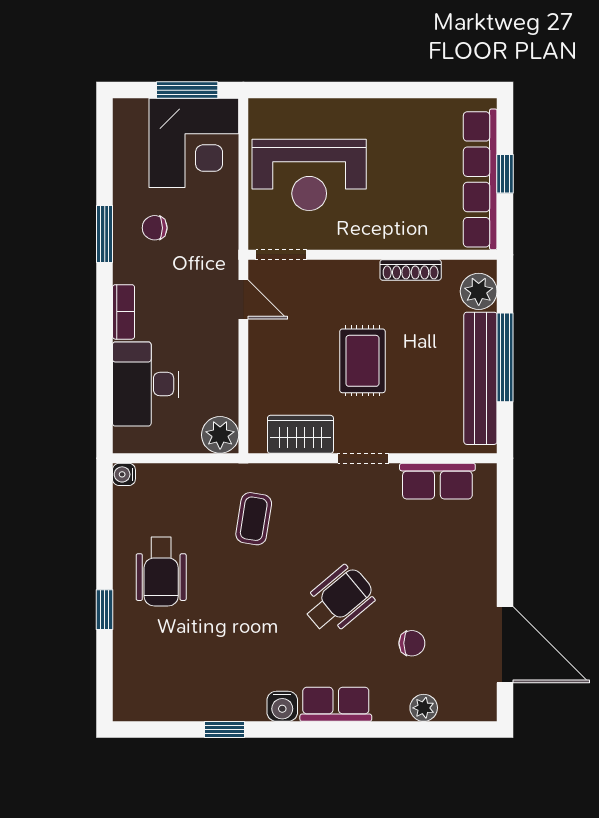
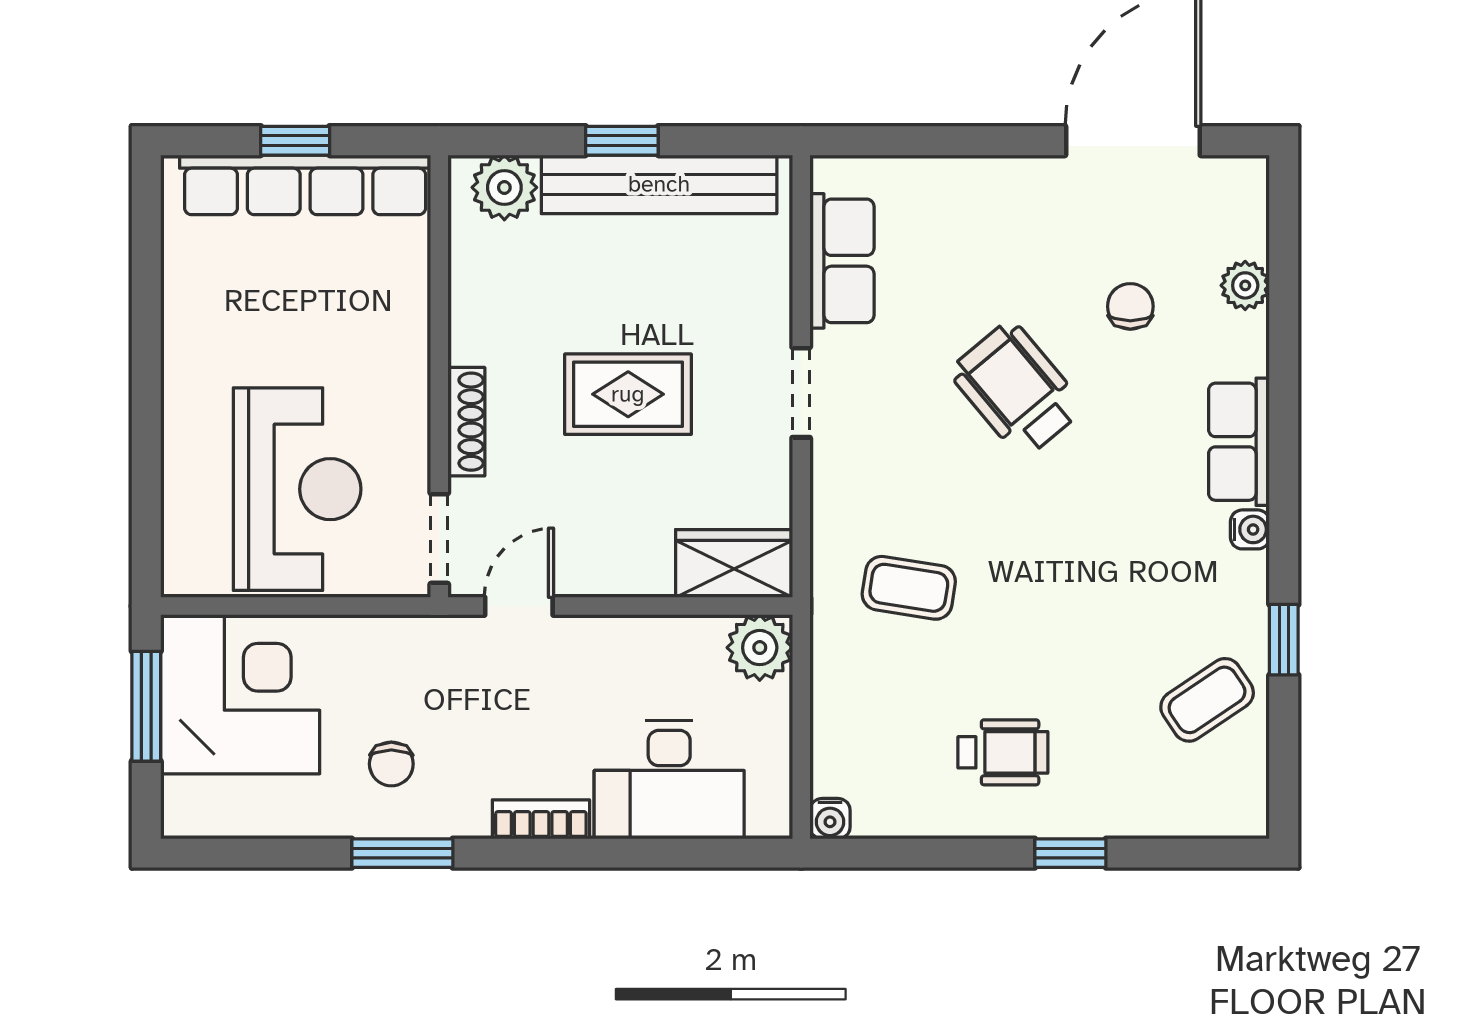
shoe rack: (411, 270) -> (466, 422), moved
window: (505, 357) -> (622, 141), width x0.46
wardrobe: (300, 434) -> (734, 564), moved, turned 90
wheelchair: (161, 572) -> (1003, 752), width x0.73, depth x0.73
wheelchair: (339, 600) -> (1017, 389), moved
coffee table: (191, 686) -> (1207, 700), added
water cooler: (282, 706) -> (1250, 529), width x0.72, depth x0.72

